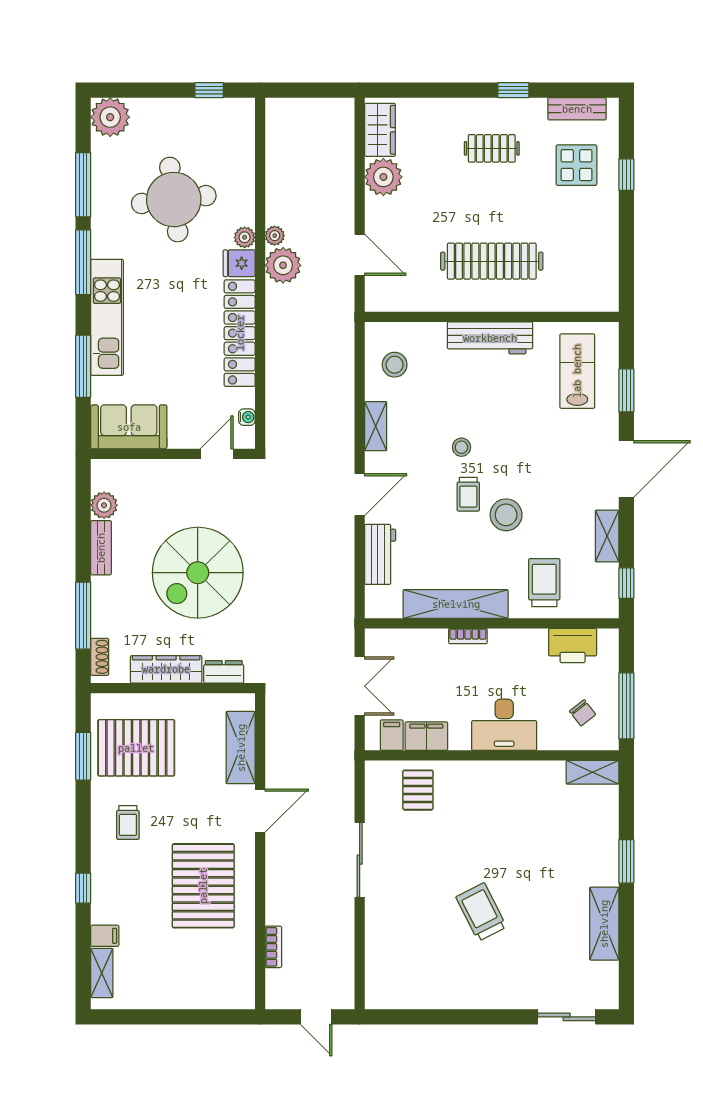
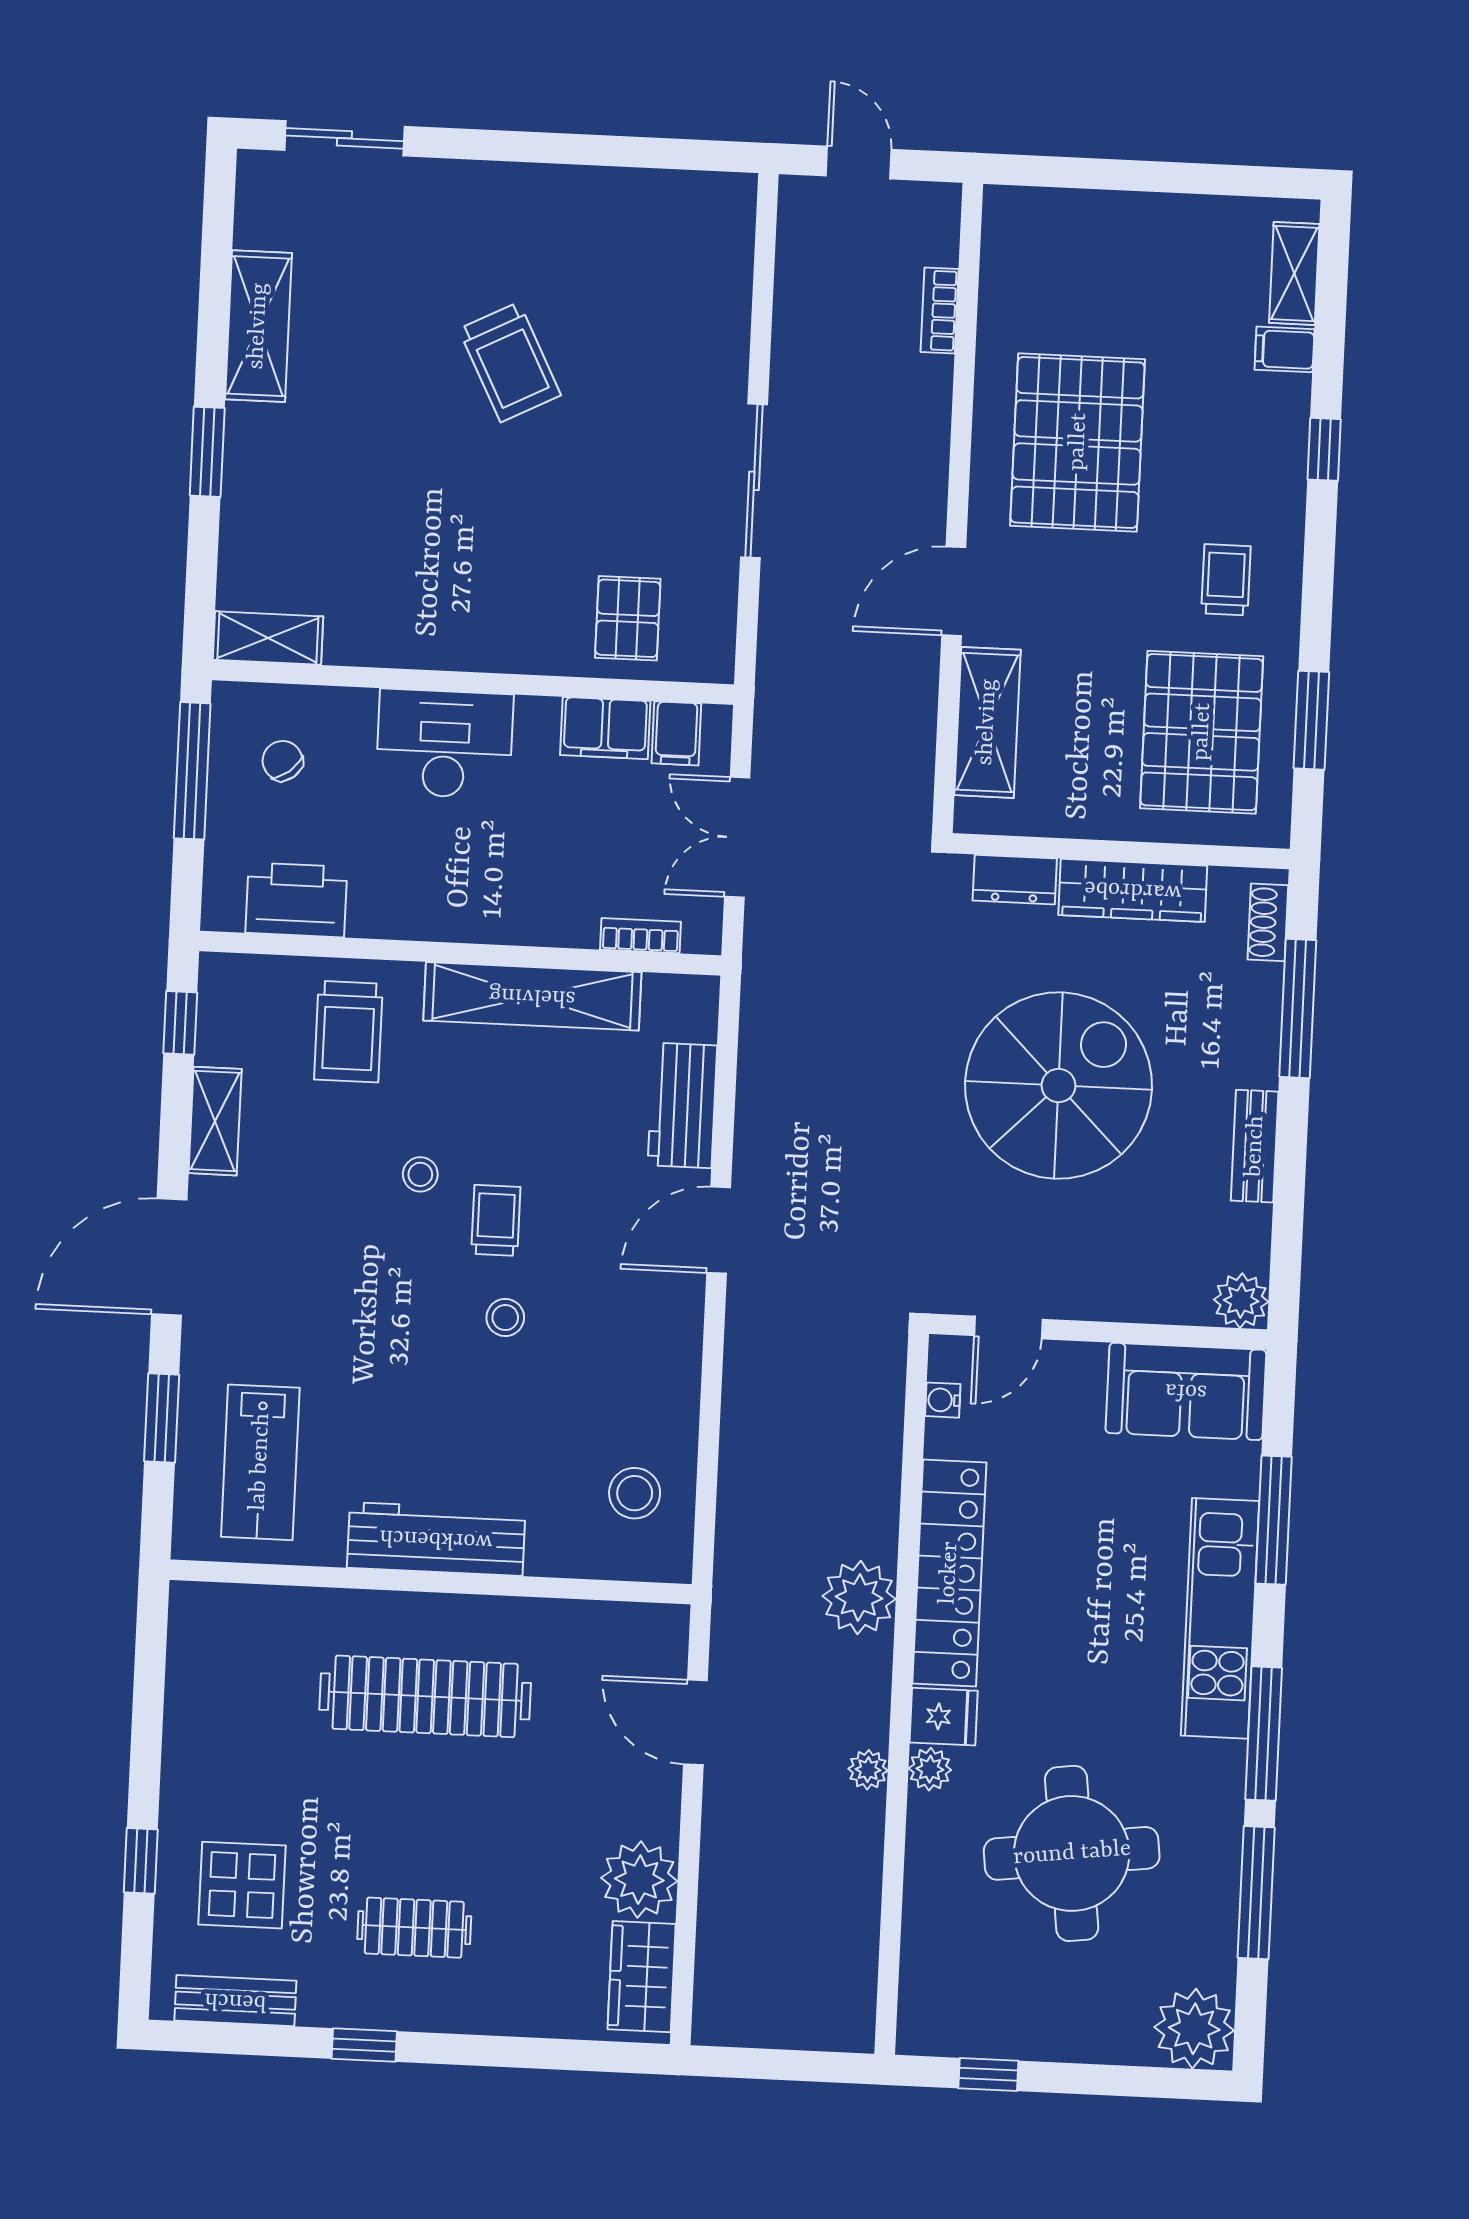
plant: (283, 265) -> (859, 1597), moved
shelving: (376, 426) -> (679, 1369), removed
plant: (104, 505) -> (1241, 1301), moved
stool: (506, 515) -> (420, 1174), width x0.53, depth x0.53
bookcase: (468, 636) -> (641, 936), moved
pallet: (136, 748) -> (1202, 732), turned 90

